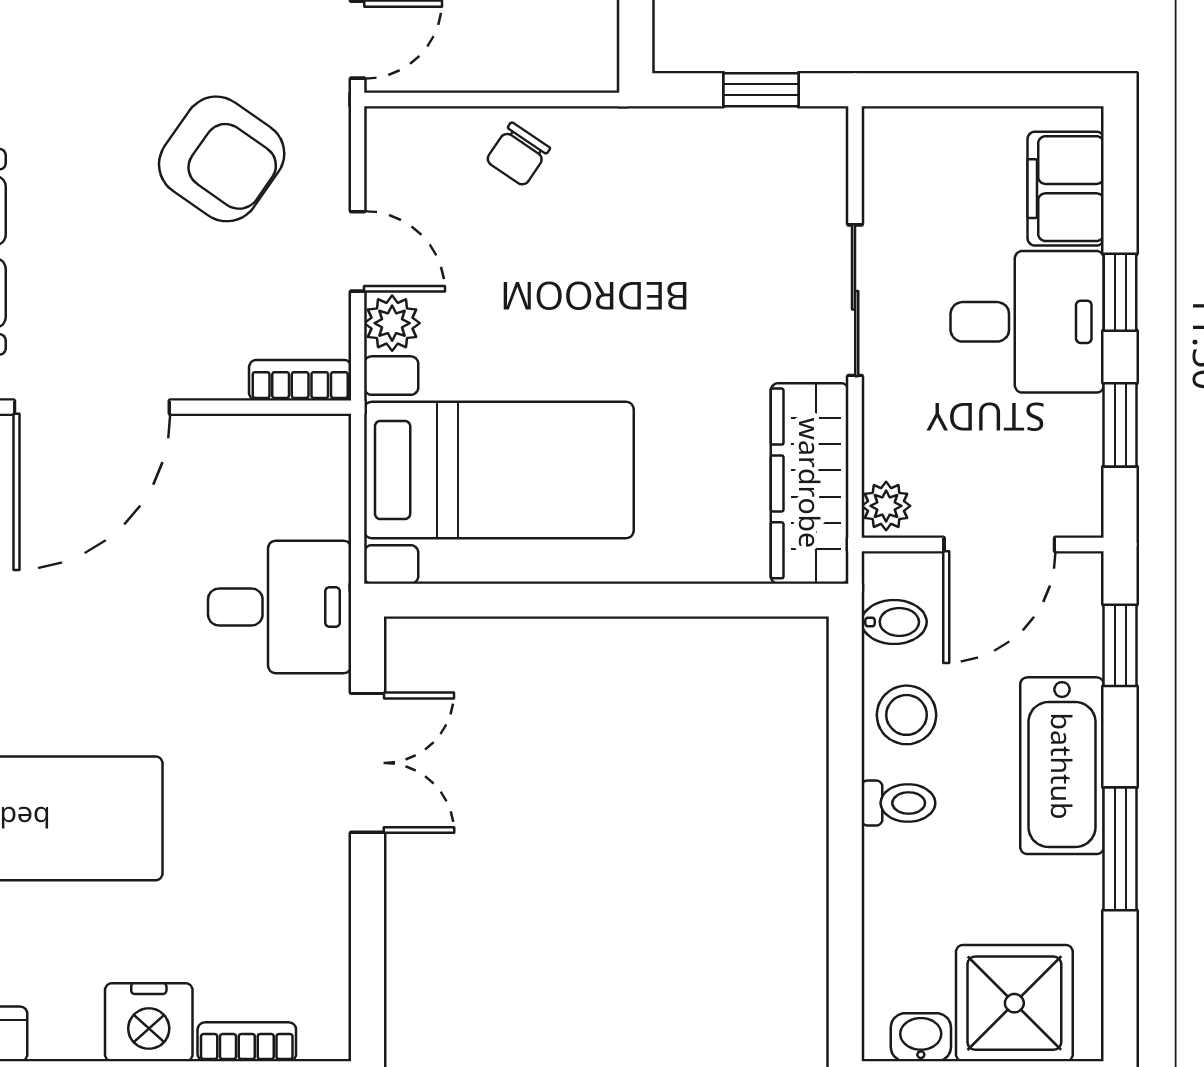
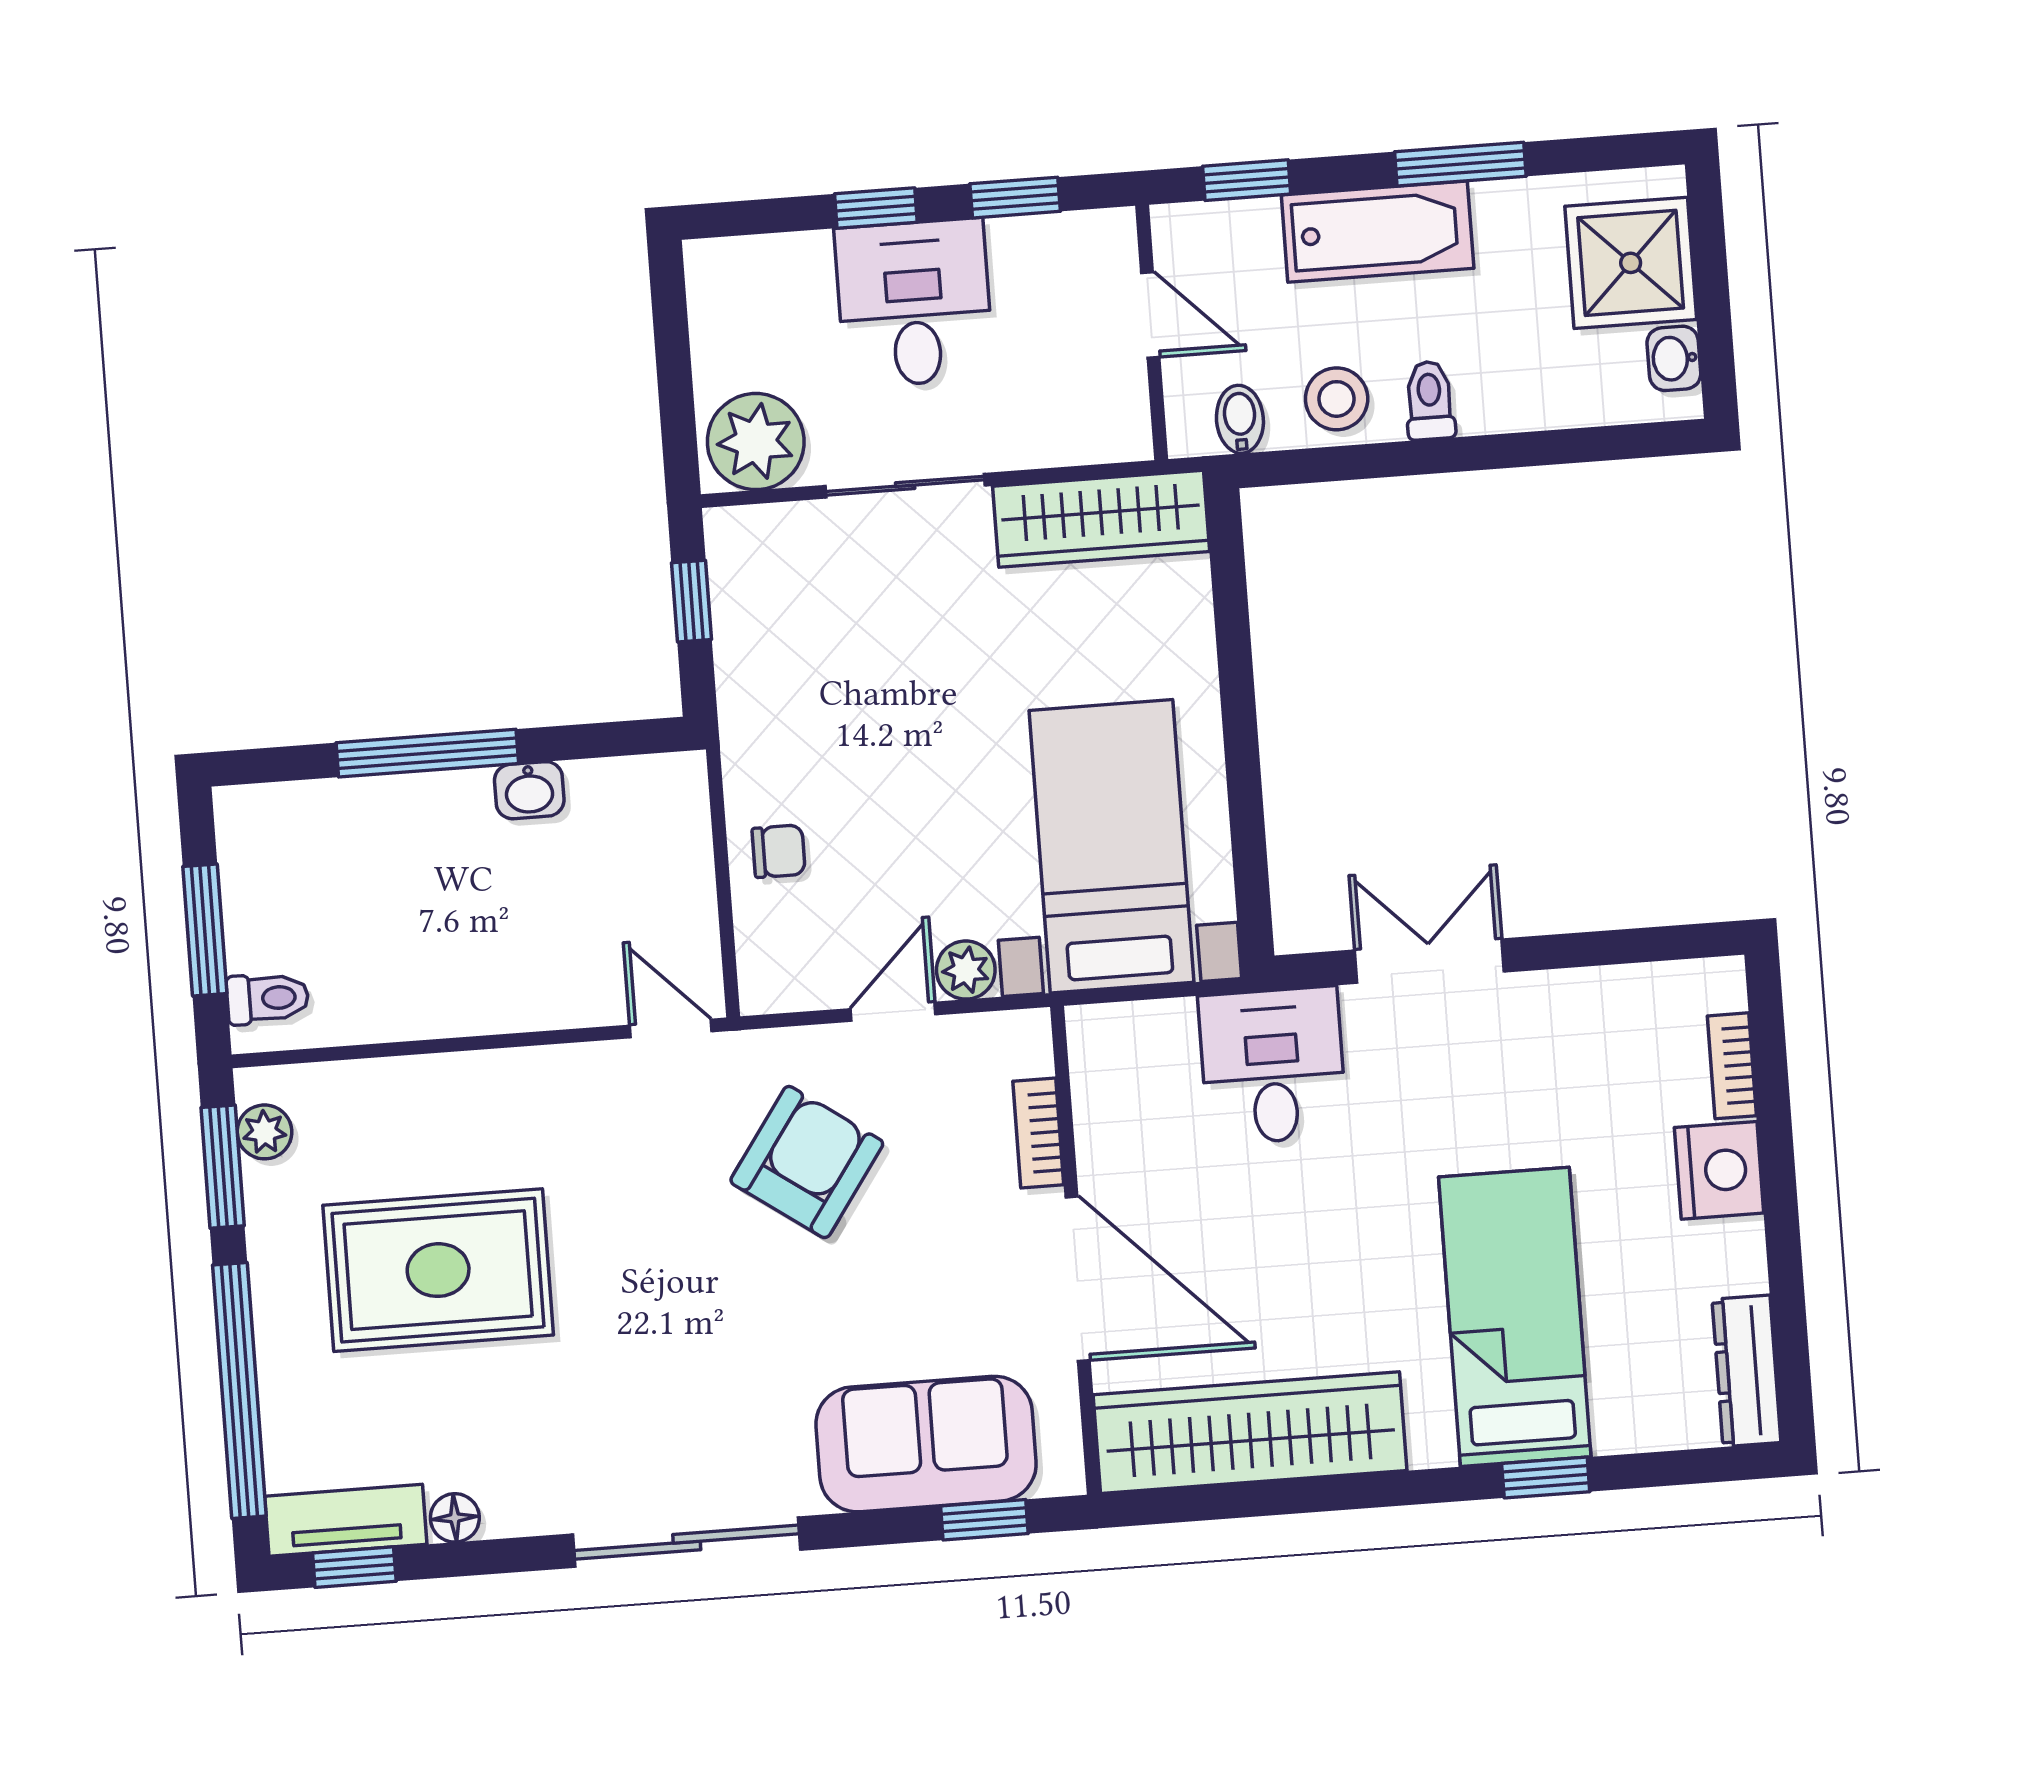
chair: (518, 154) -> (779, 851), turned -34
filing cabinet: (1066, 189) -> (771, 273), removed
bookcase: (300, 380) -> (1038, 1133), moved
plant: (886, 506) -> (756, 442), moved, width x1.88, depth x1.88
door: (999, 545) -> (1150, 315), width x0.73

